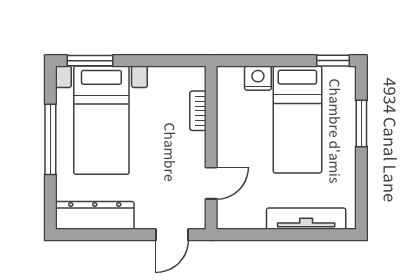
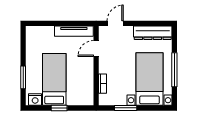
window: (90, 61) -> (126, 108), moved
window: (333, 61) -> (59, 108), moved
nightstand: (258, 78) -> (35, 100), moved
tv unit: (306, 219) -> (74, 31), moved

